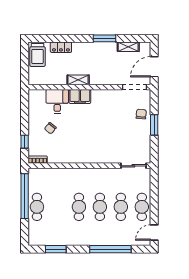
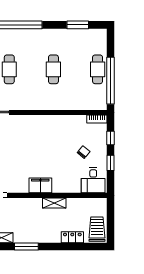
filing cabinet: (80, 96) -> (40, 185), moved
desk: (57, 101) -> (93, 180), moved
window: (25, 118) -> (111, 163), added
cafe table: (100, 207) -> (31, 69), removed

